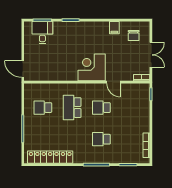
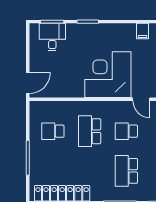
corner desk: (92, 67) -> (108, 75), width x1.36, depth x1.36
door: (23, 69) -> (28, 83), swing flipped
school desk: (101, 139) -> (126, 171), width x1.85

